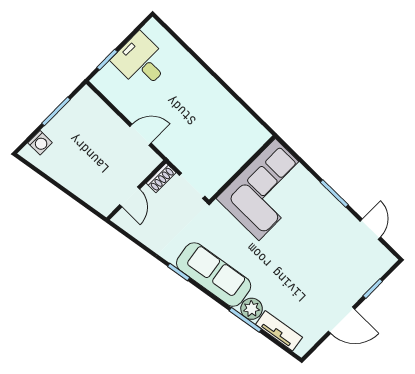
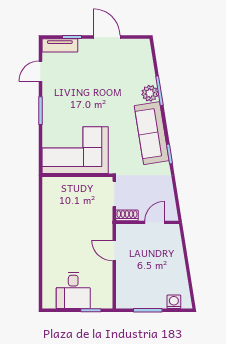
tv unit: (279, 331) -> (60, 45), moved, turned -81

